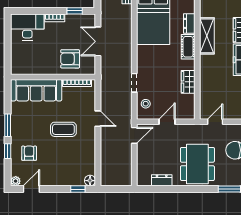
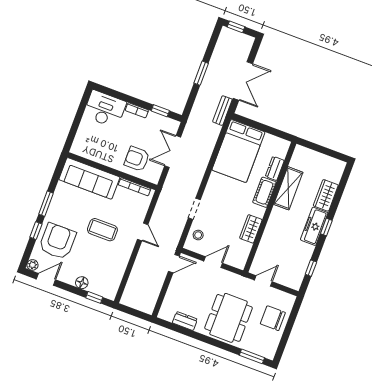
armchair: (29, 153) -> (57, 241), width x1.88, depth x1.88
floor lamp: (90, 181) -> (82, 283), moved

